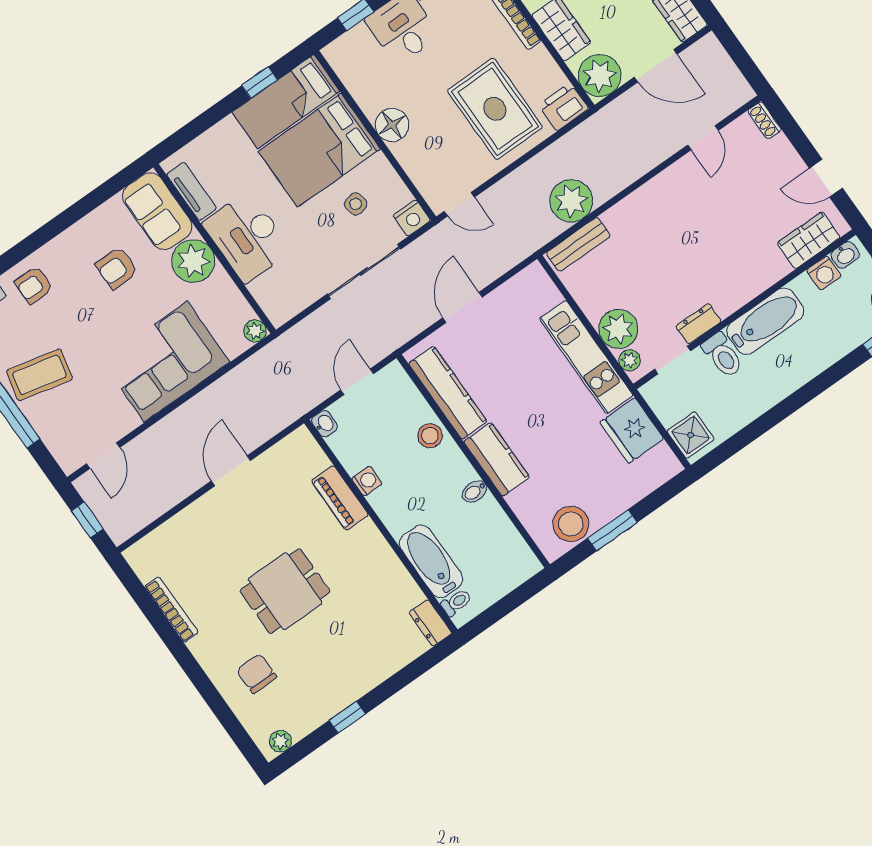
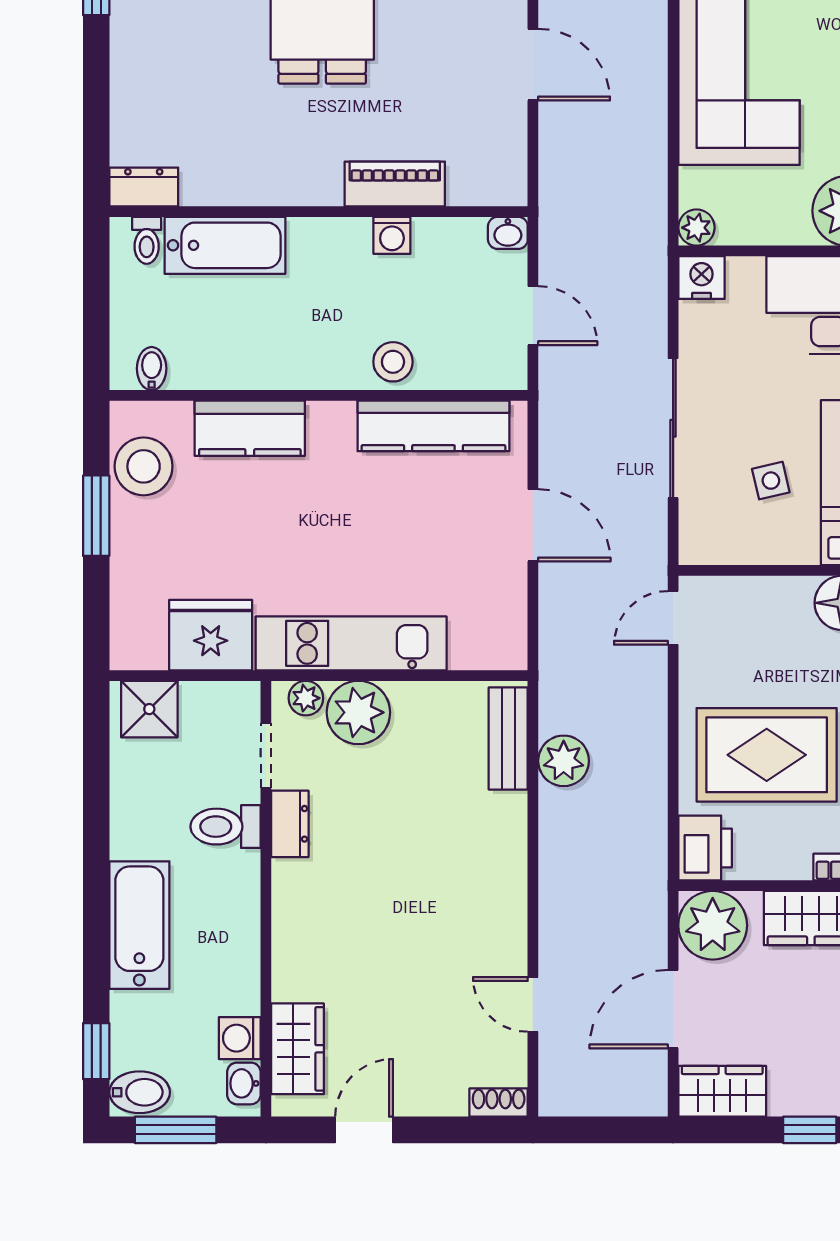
plant: (571, 201) -> (564, 761), width x0.73, depth x0.73
nightstand: (412, 218) -> (702, 278), moved, turned 90
bathtub: (765, 321) -> (139, 925), moved, turned 180
kitchen counter: (497, 459) -> (250, 428), moved
bidet: (474, 491) -> (152, 369), moved

